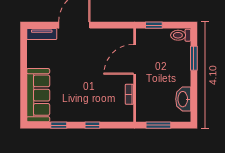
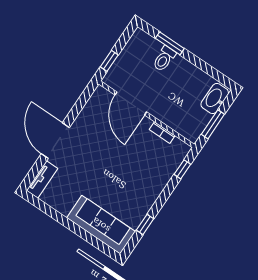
toilet: (181, 35) -> (164, 59), moved
washbasin: (183, 99) -> (215, 98), moved, turned 90
window: (92, 125) -> (182, 169), moved

